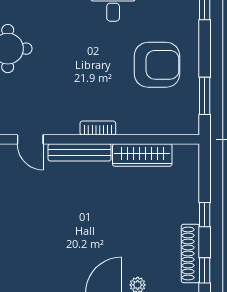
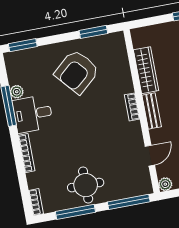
armchair: (157, 65) -> (77, 72), turned -131
bench: (80, 152) -> (152, 111), width x0.73

